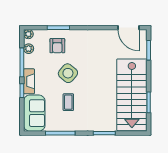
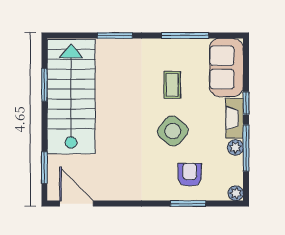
plant: (29, 49) -> (235, 147), moved

